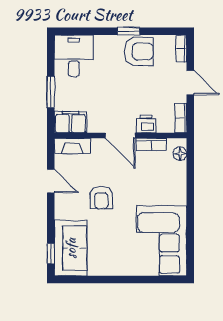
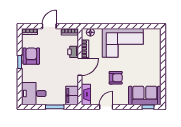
corner sofa: (162, 241) -> (123, 43), moved

